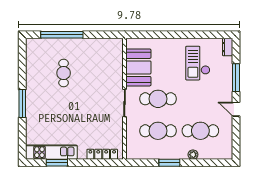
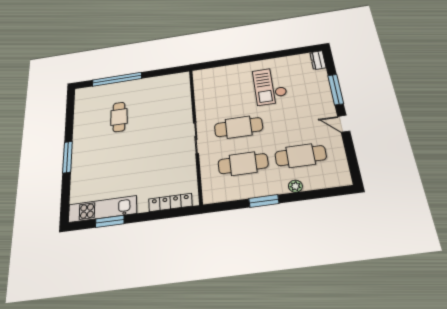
checkout: (198, 63) -> (270, 86), moved
booth: (138, 67) -> (210, 98), removed

